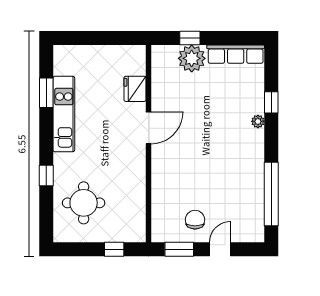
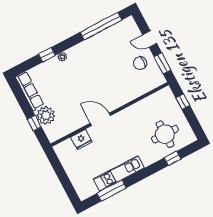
window: (46, 93) -> (112, 191), width x1.44
window: (46, 175) -> (173, 158), moved

